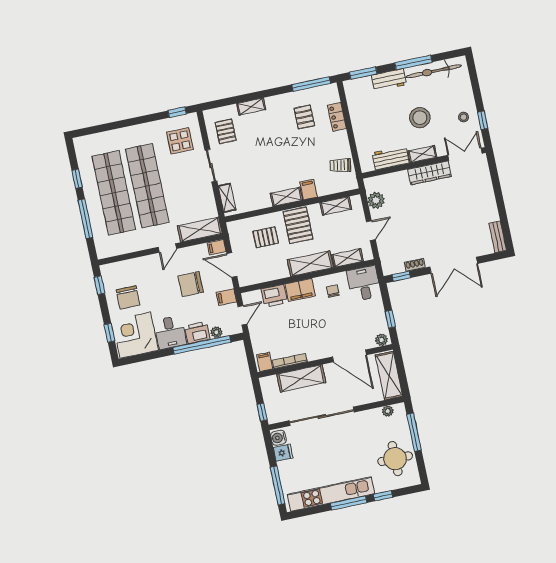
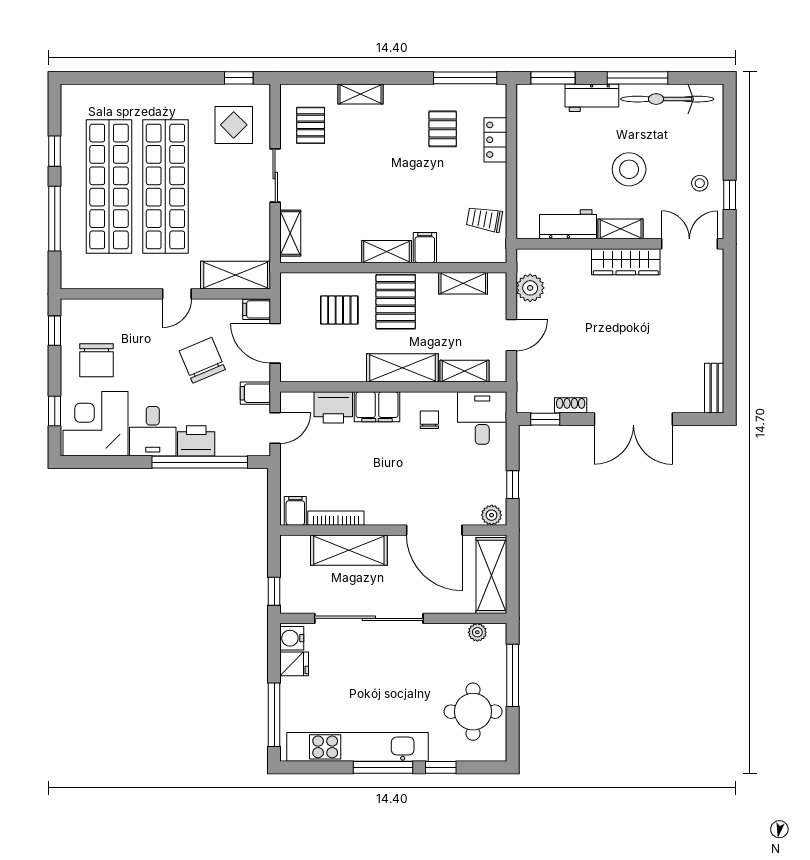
chair: (191, 284) -> (202, 360), turned 67
plant: (216, 332) -> (227, 447), removed

